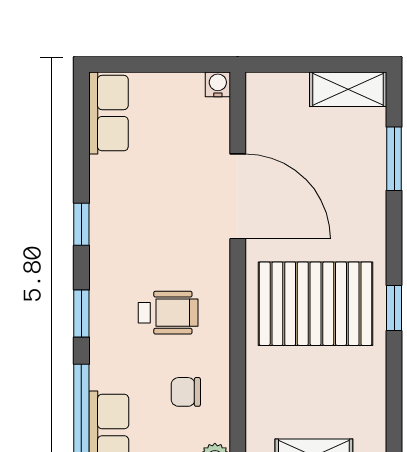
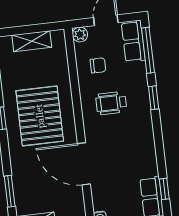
window: (81, 224) -> (164, 189), moved
pallet: (316, 304) -> (40, 116), turned 90

